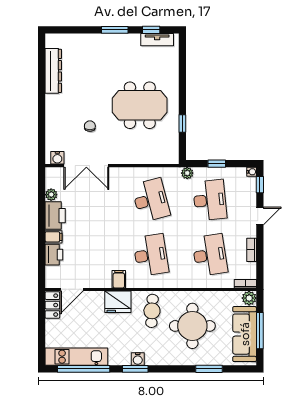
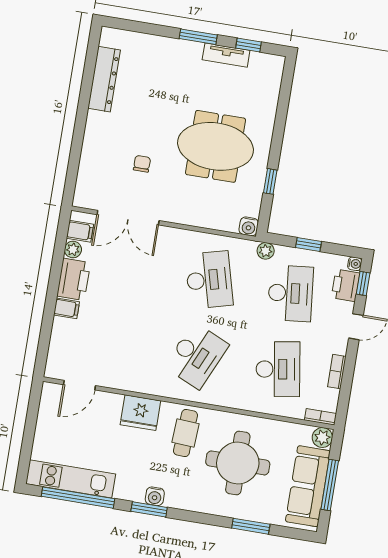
tv unit: (157, 40) -> (226, 55), moved
water cooler: (57, 158) -> (249, 226), moved
printer: (54, 255) -> (345, 285), moved, turned 180
desk: (151, 255) -> (197, 356), turned 33
filing cabinet: (119, 279) -> (80, 231), moved, turned 90
locker: (52, 305) -> (49, 402), removed

